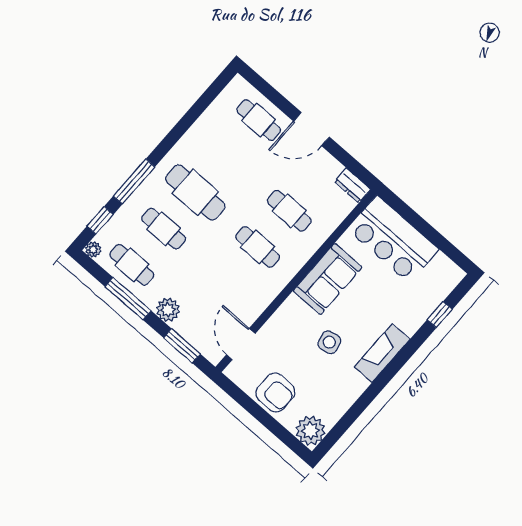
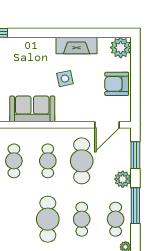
cafe table: (226, 283) -> (82, 161), added
fireplace: (382, 353) -> (77, 46), moved
armchair: (275, 392) -> (117, 84), turned -90

